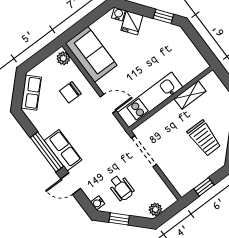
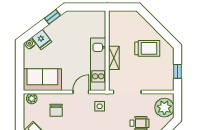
shelving: (190, 95) -> (114, 58), moved
side table: (108, 134) -> (100, 106), added
plant: (155, 209) -> (164, 108), width x1.88, depth x1.88

